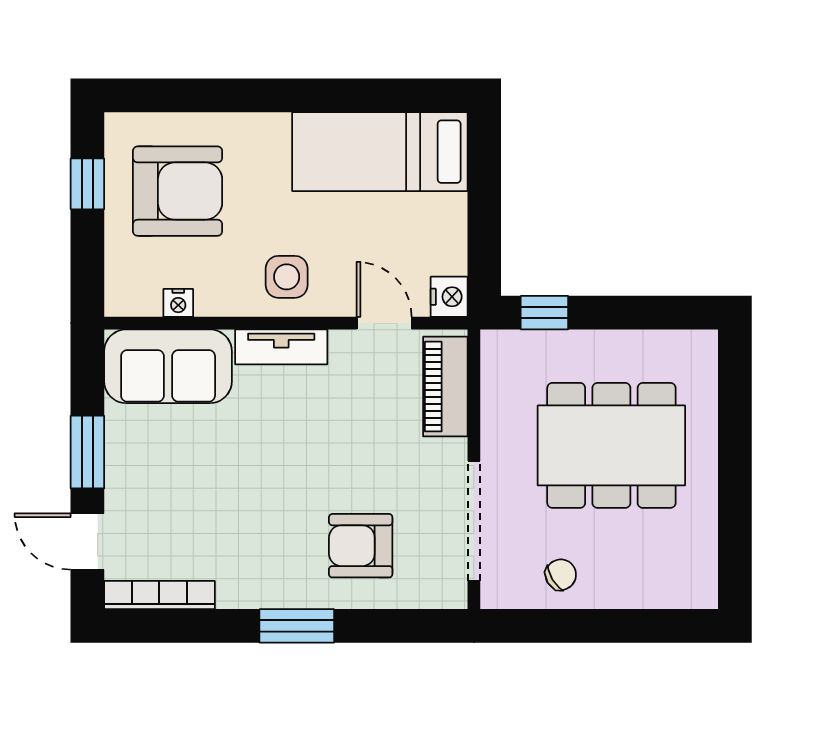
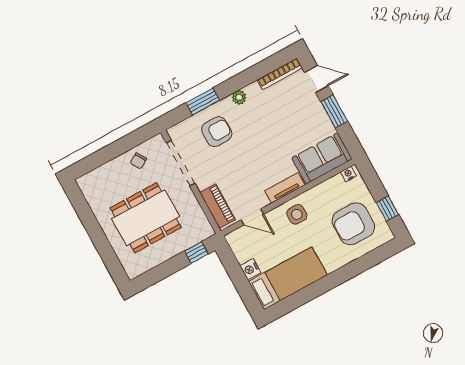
nightstand: (449, 297) -> (250, 269), moved
nightstand: (178, 303) -> (348, 174), moved
plant: (273, 592) -> (239, 97), added
window: (297, 626) -> (203, 102), moved

